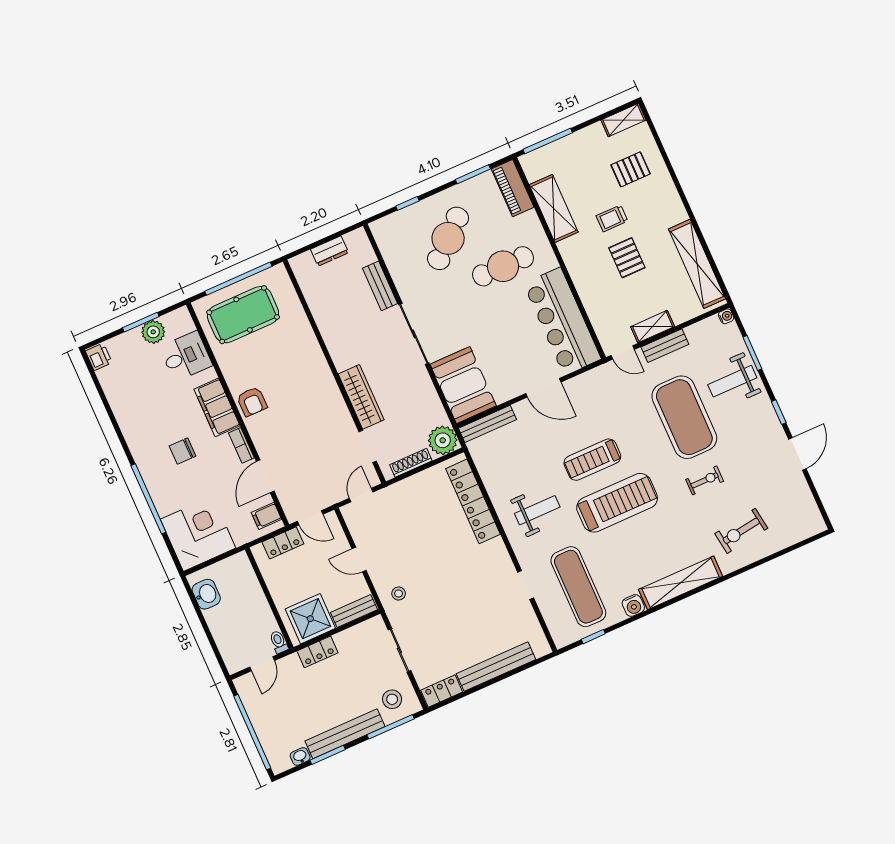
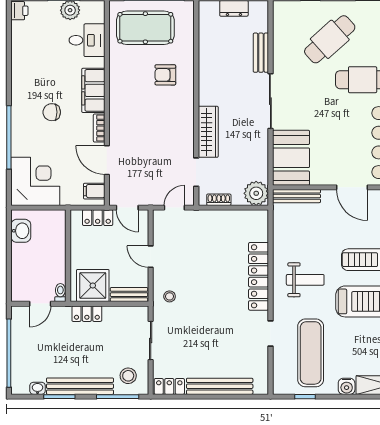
armchair: (252, 402) -> (165, 75), moved, turned 90
shoe rack: (411, 463) -> (219, 200), width x0.70
door: (265, 476) -> (107, 160), hinge flipped
locker: (473, 501) -> (259, 276), moved

